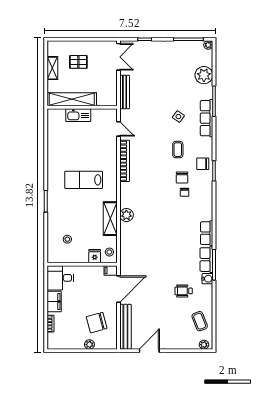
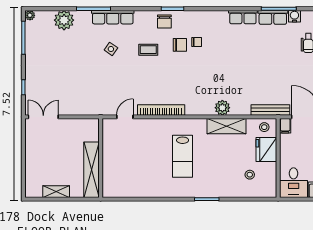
pallet: (78, 62) -> (49, 162), removed
bench: (125, 92) -> (270, 110), moved
kitchen sink: (78, 115) -> (109, 162), removed
fridge: (95, 256) -> (266, 149), width x1.88, depth x1.34

